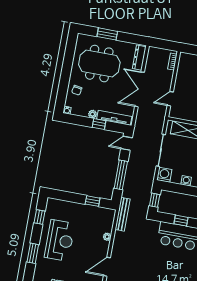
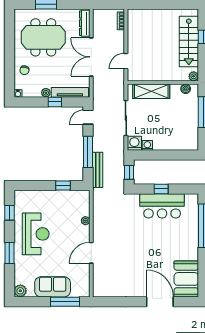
washing machine: (186, 181) -> (147, 145), moved
bench: (123, 214) -> (98, 170), moved

